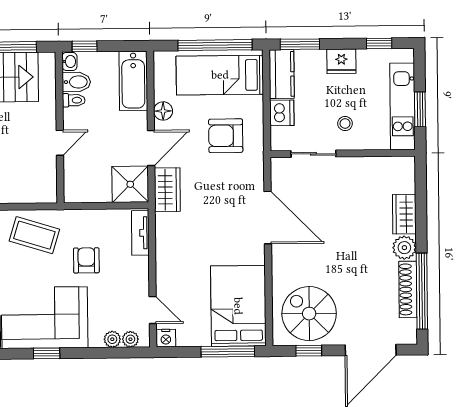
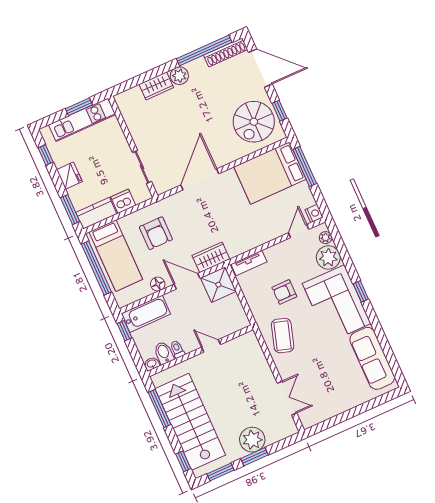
window: (85, 46) -> (125, 331), moved
stool: (345, 123) -> (111, 154), removed
shoe rack: (408, 289) -> (226, 52), moved
plant: (112, 339) -> (328, 257), width x1.87, depth x1.87

